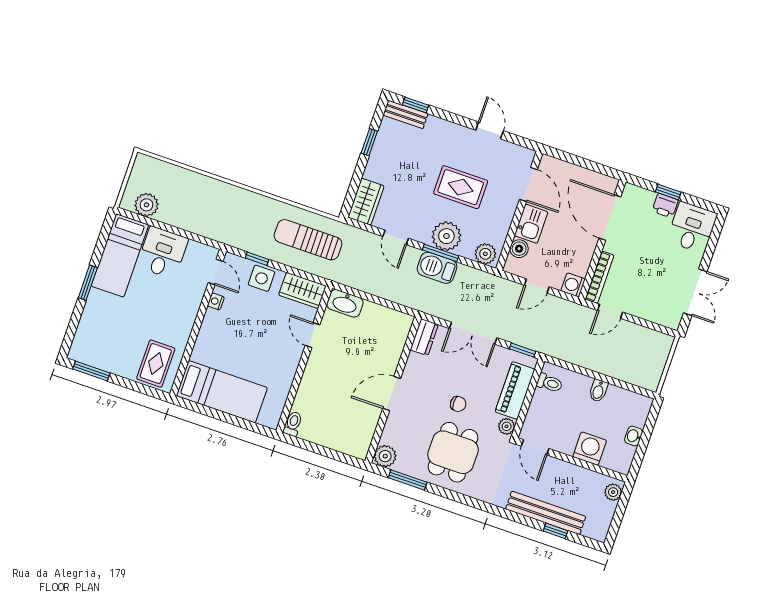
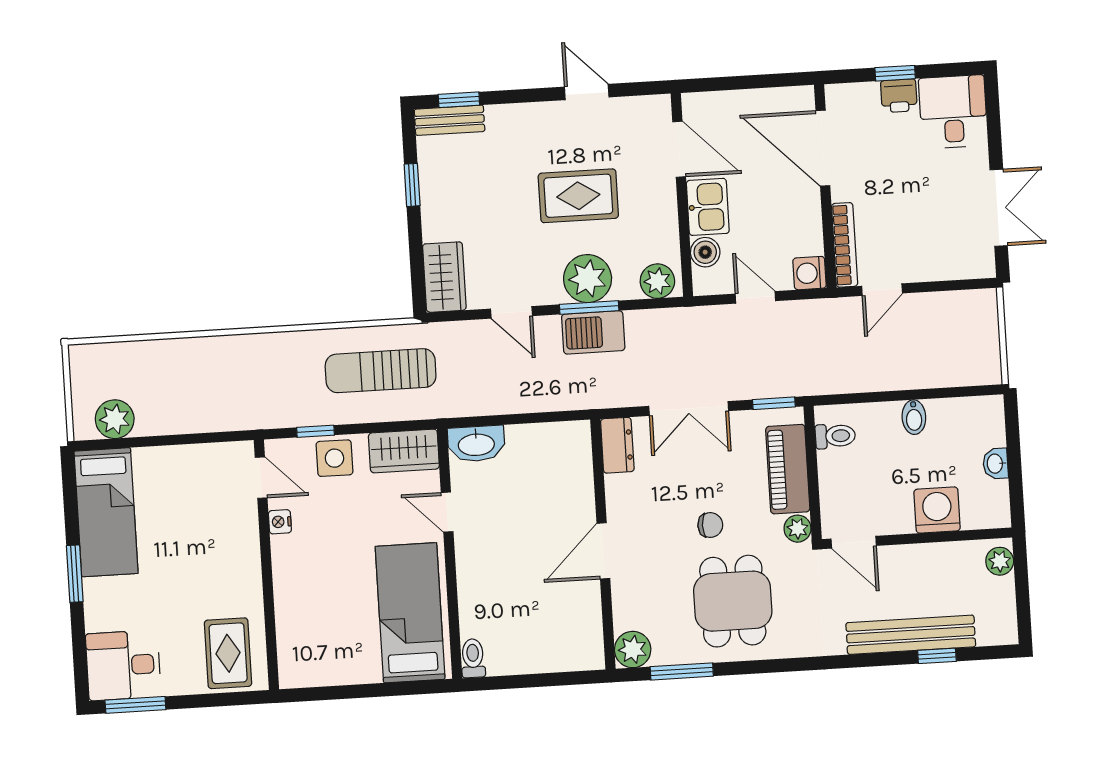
desk: (162, 253) -> (123, 665), moved, turned -90
door: (537, 286) -> (755, 297), swing flipped
bed: (222, 392) -> (410, 613), moved, turned -90

